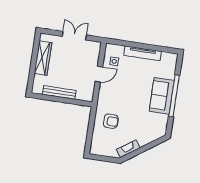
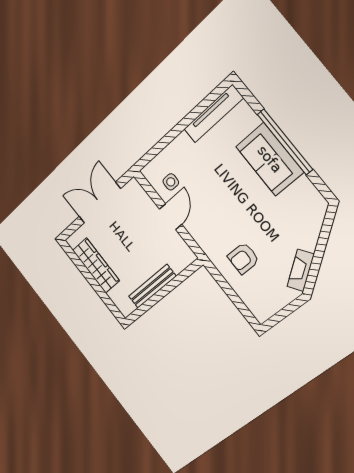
double door: (74, 36) -> (100, 203), width x1.37
tv unit: (143, 53) -> (213, 114), moved
armchair: (111, 121) -> (243, 258), turned 180

